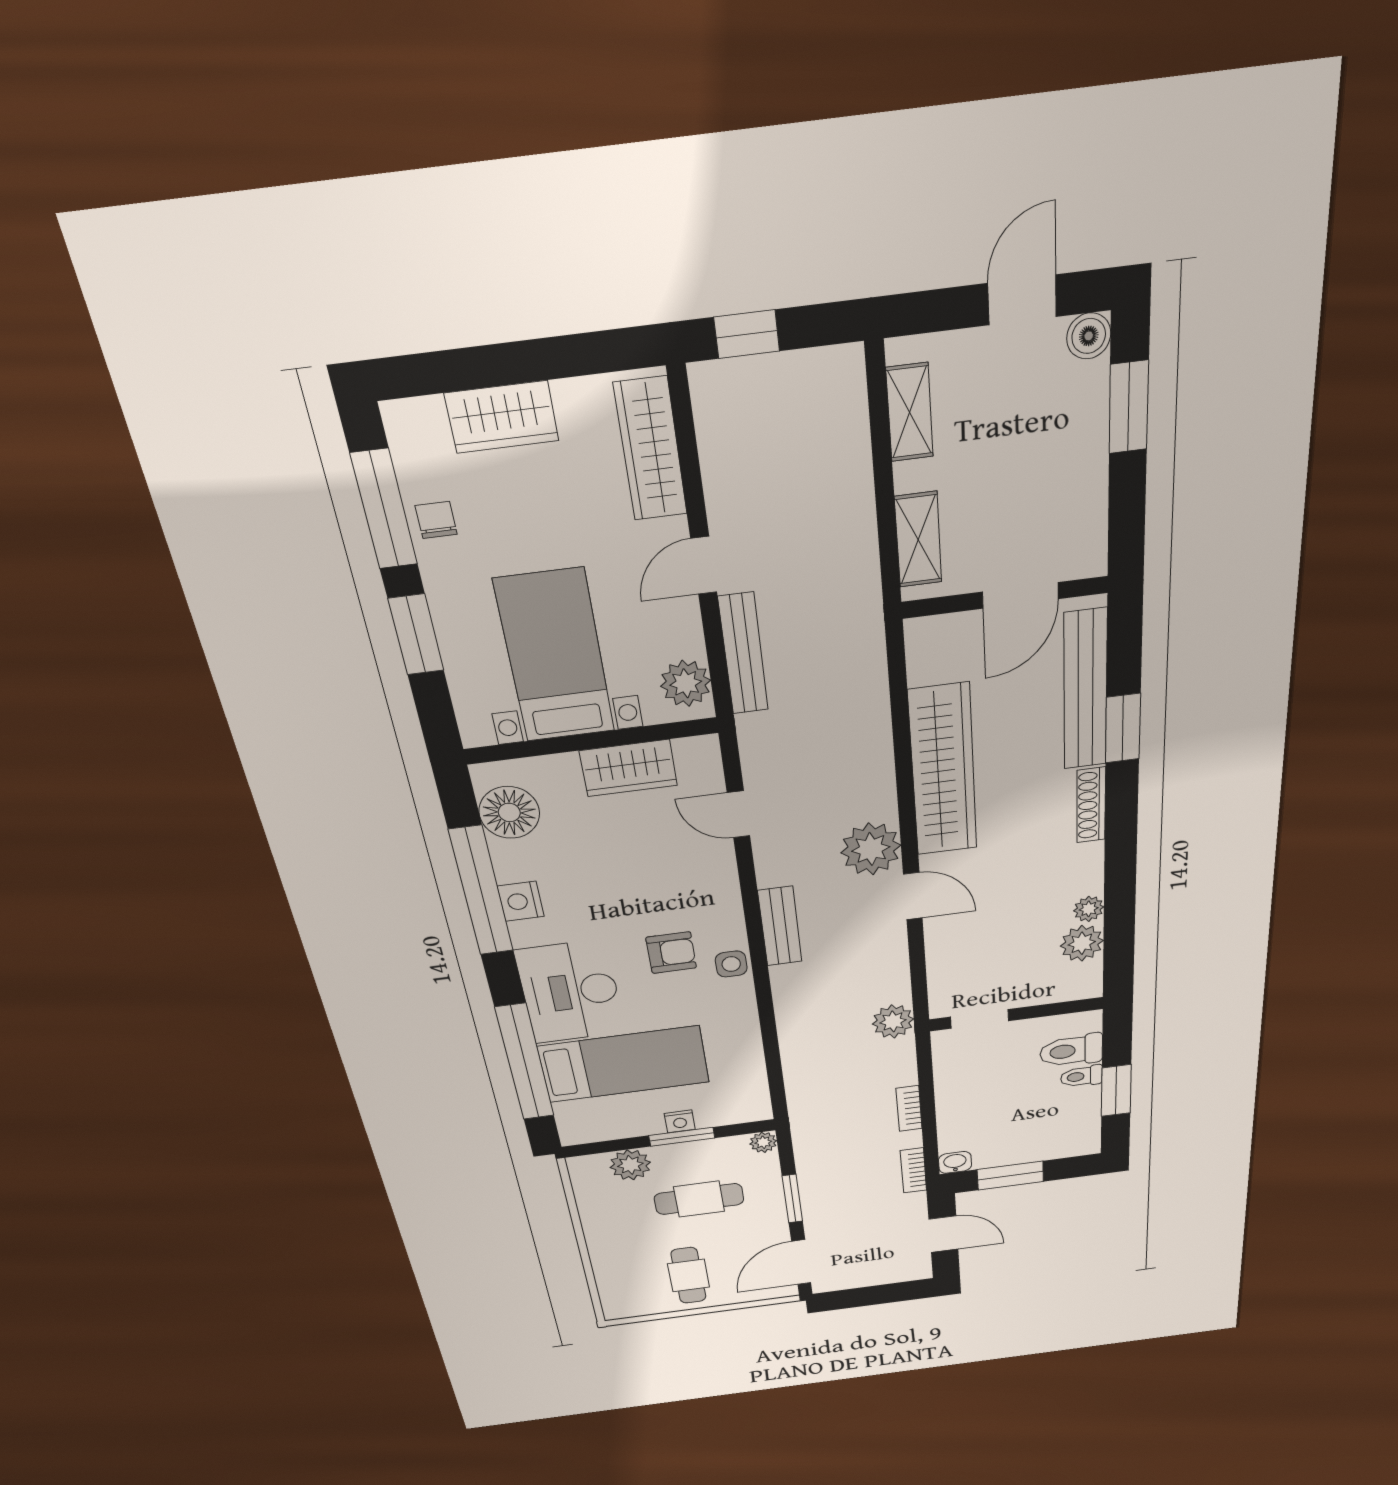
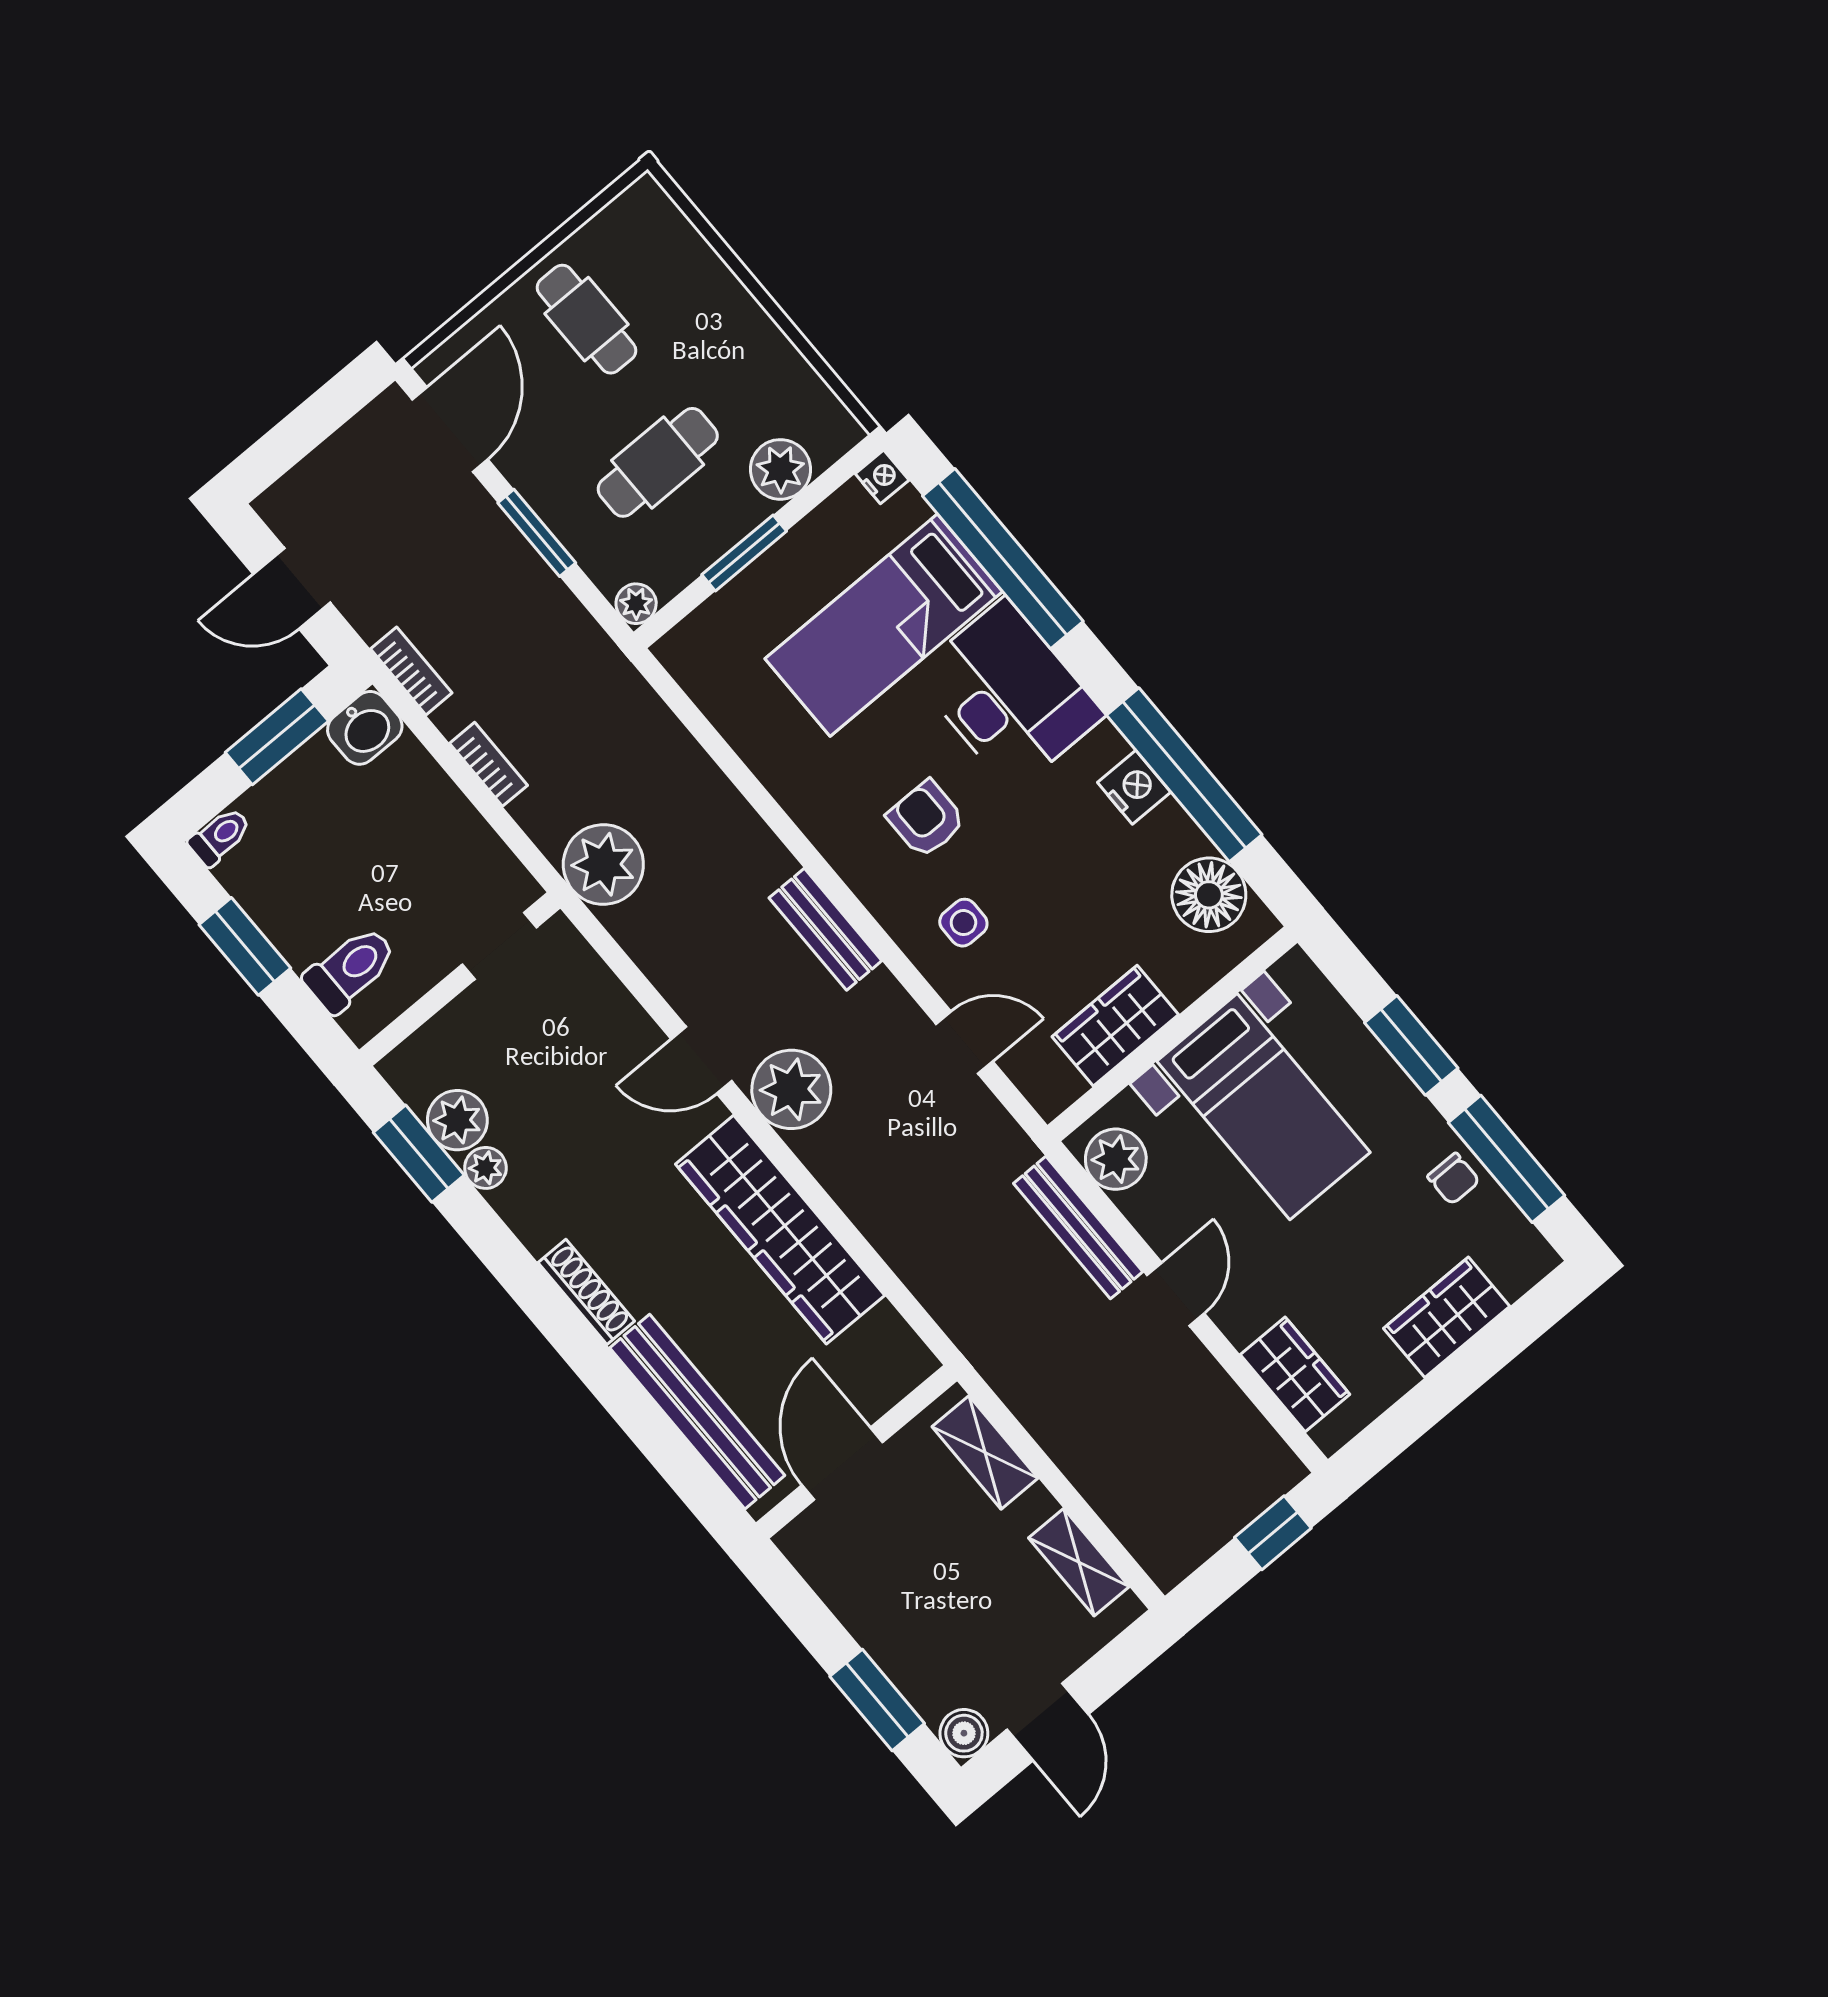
wardrobe: (651, 449) -> (1295, 1374), width x0.67
window: (1123, 728) -> (419, 1154), moved
armchair: (671, 953) -> (926, 819), turned 90
side table: (731, 964) -> (963, 923), moved
plant: (893, 1021) -> (603, 864), width x1.36, depth x1.36
toilet: (1081, 1076) -> (220, 837), moved
nightstand: (680, 1121) -> (882, 477), moved, turned 90
washbasin: (955, 1162) -> (365, 728), width x1.38, depth x1.45

